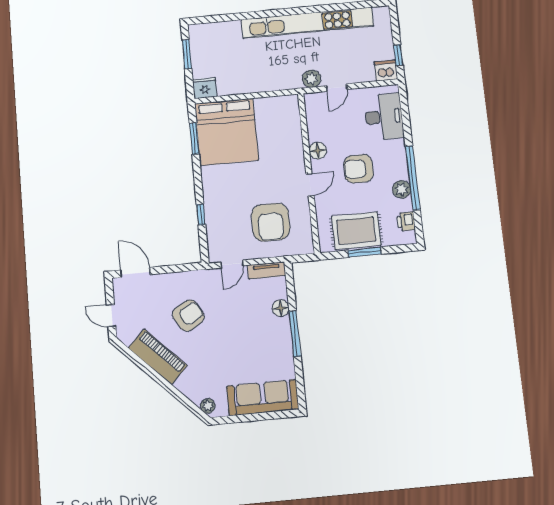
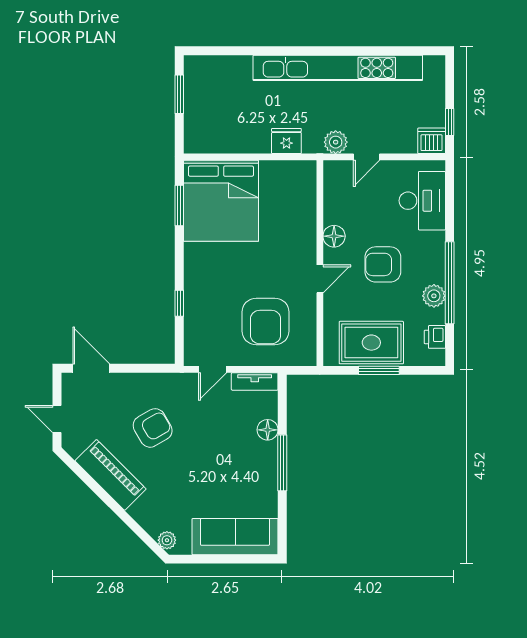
fridge: (205, 88) -> (286, 141), moved

